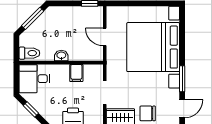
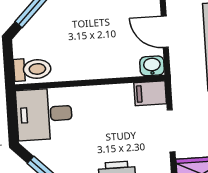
washbasin: (61, 56) -> (152, 66), moved
filing cabinet: (76, 73) -> (150, 93), moved, turned 90

